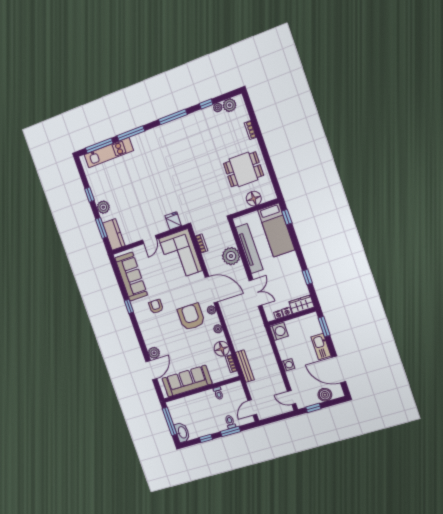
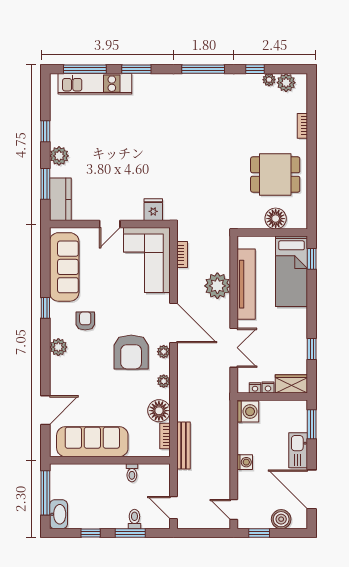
window: (131, 133) -> (136, 69), width x0.69
armchair: (191, 317) -> (131, 352), turned 180
plant: (154, 353) -> (58, 347), moved
door: (252, 408) -> (174, 508), hinge flipped

